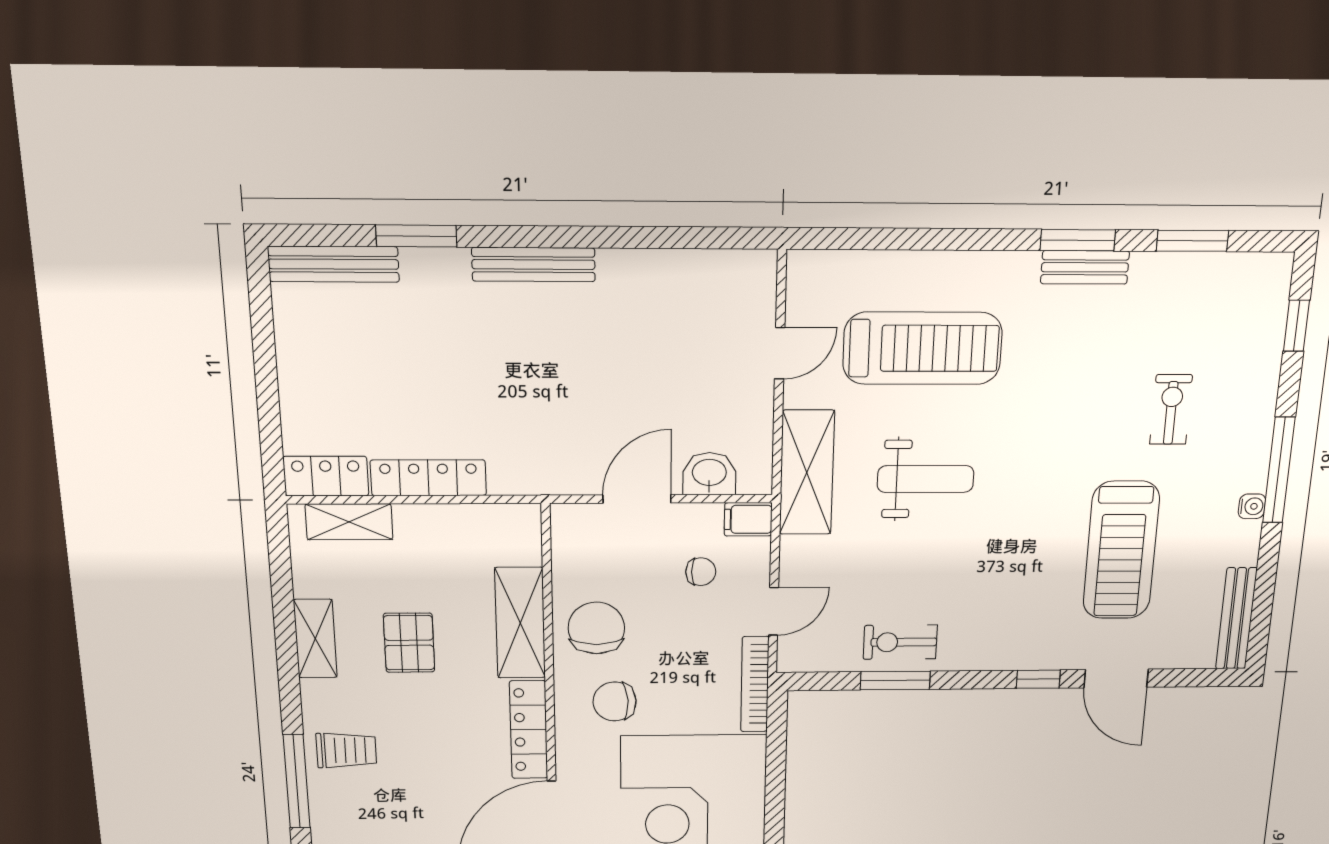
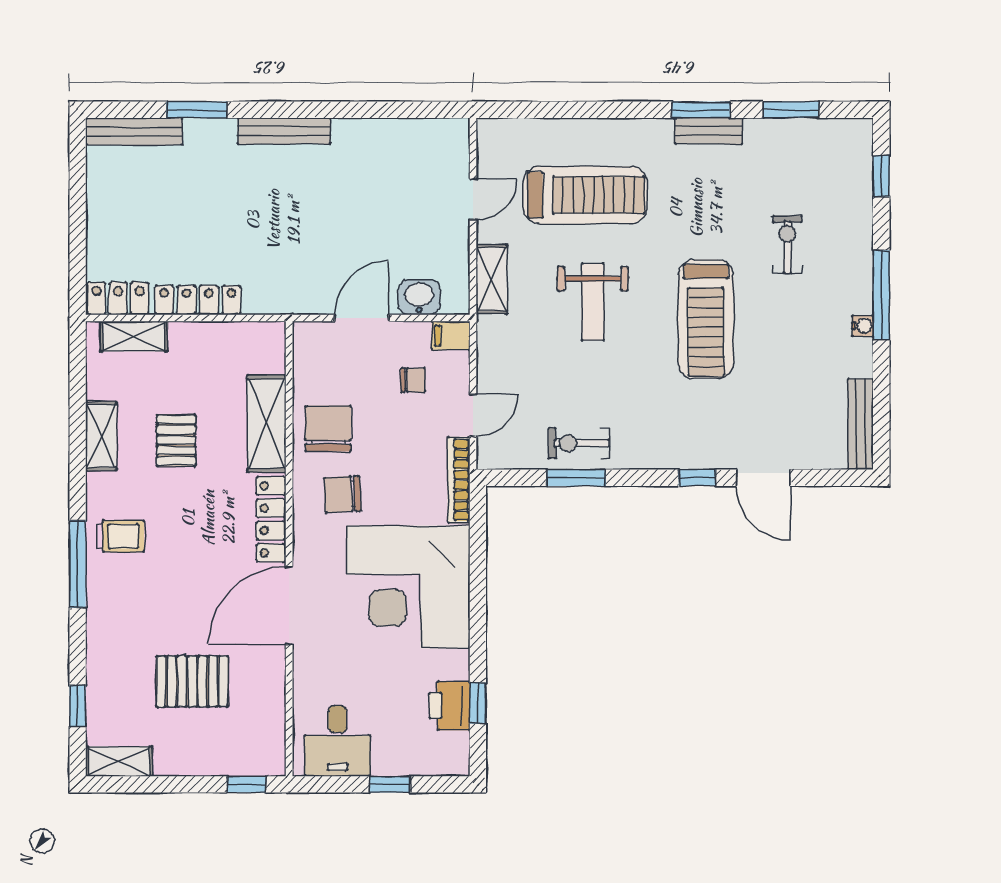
shelving: (807, 473) -> (492, 279), width x0.67, depth x0.75
weight bench: (926, 479) -> (593, 302), turned 90
treadmill: (1121, 550) -> (706, 319), moved

